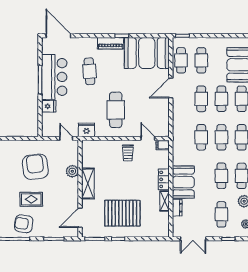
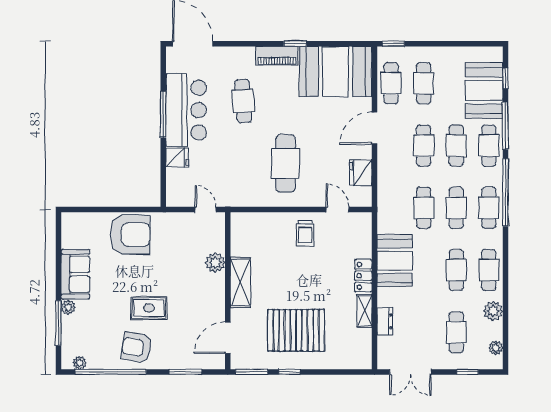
fridge: (86, 130) -> (361, 173), moved, turned -90
filing cabinet: (163, 145) -> (361, 220), removed
armchair: (35, 167) -> (130, 235), moved, turned 97
booth: (183, 182) -> (395, 261), moved

